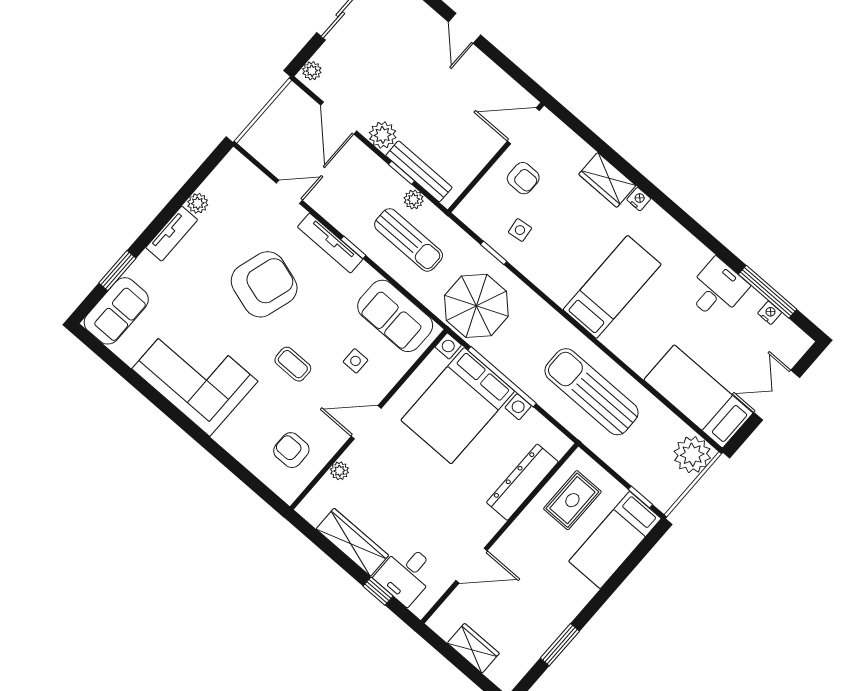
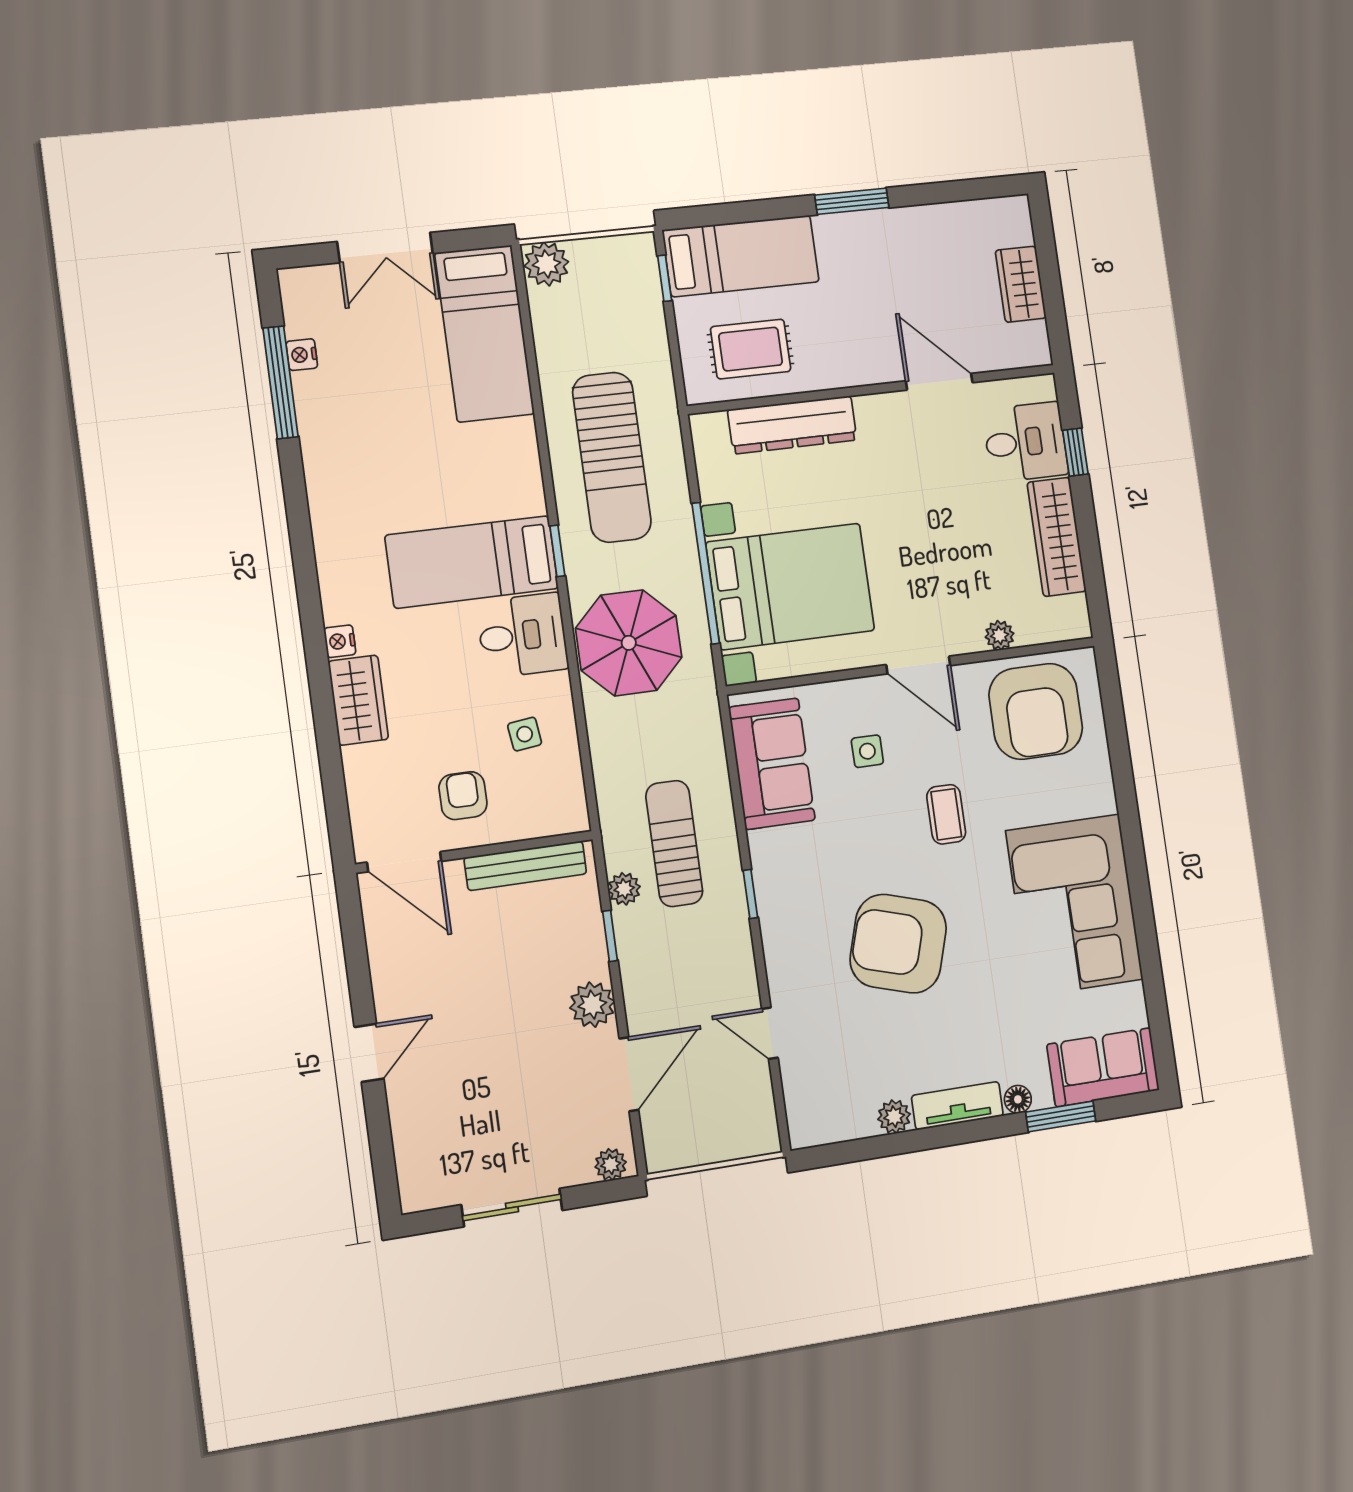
bench: (419, 171) -> (525, 866), moved, turned 90
tv unit: (330, 243) -> (774, 924), removed
window: (494, 253) -> (557, 551), moved
floor lamp: (145, 261) -> (1018, 1099), added
desk: (717, 289) -> (522, 635), moved, turned 180
parasol: (476, 306) -> (629, 643), moved
armchair: (291, 450) -> (1036, 711), width x1.88, depth x1.88
plant: (692, 455) -> (546, 264), width x0.73, depth x0.73
window: (560, 645) -> (852, 201), moved

